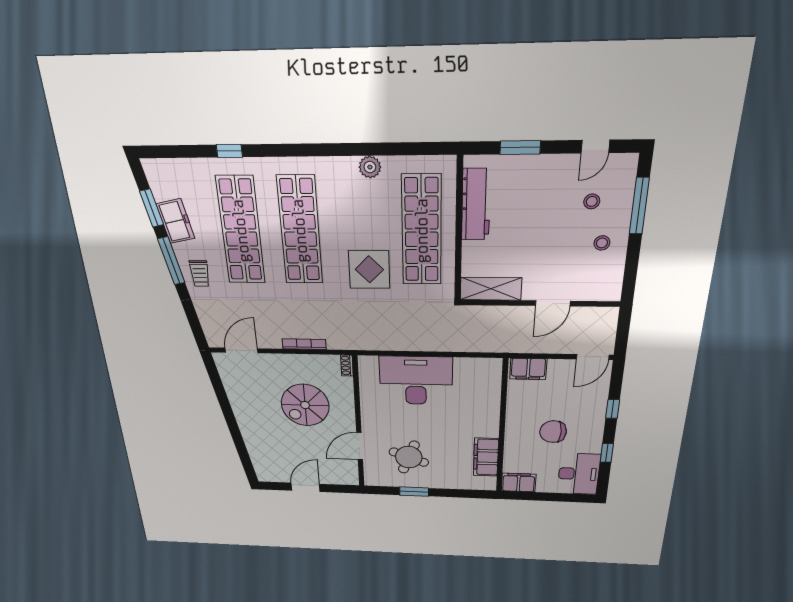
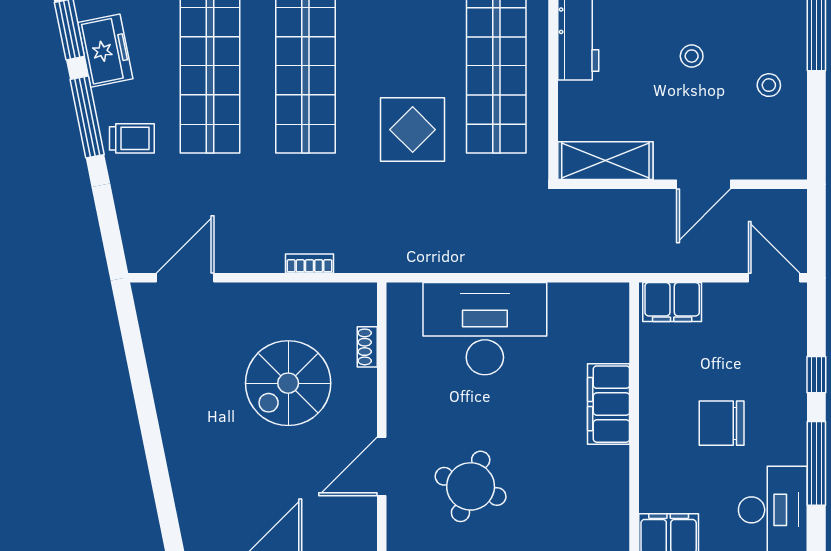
stool: (592, 201) -> (692, 56), moved
trolley: (200, 274) -> (132, 138), turned -90
bookcase: (304, 344) -> (309, 264), width x0.64
door: (593, 357) -> (774, 278), swing flipped
shoe rack: (347, 366) -> (367, 347), moved
window: (607, 453) -> (816, 463), width x2.17
filing cabinet: (486, 457) -> (608, 404), moved

